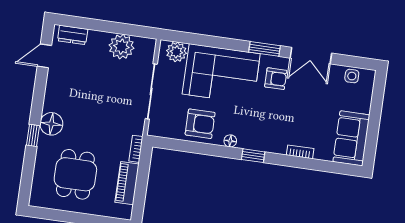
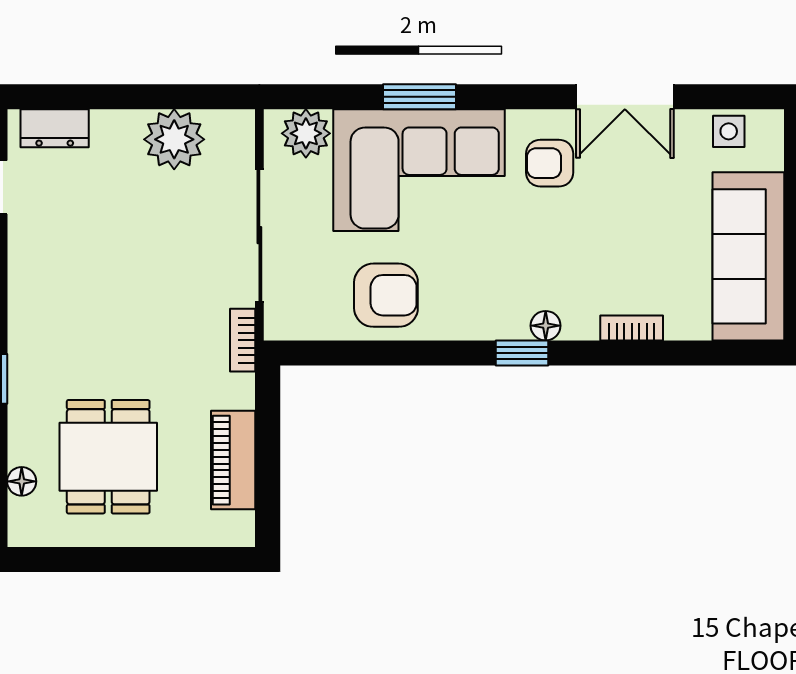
window: (265, 49) -> (419, 97), moved
armchair: (276, 79) -> (550, 163), turned 180
floor lamp: (51, 124) -> (22, 481), moved, width x0.53, depth x0.53
sofa: (351, 138) -> (748, 256), width x1.36
floor lamp: (230, 141) -> (546, 326), moved
bookcase: (136, 149) -> (243, 340), moved

